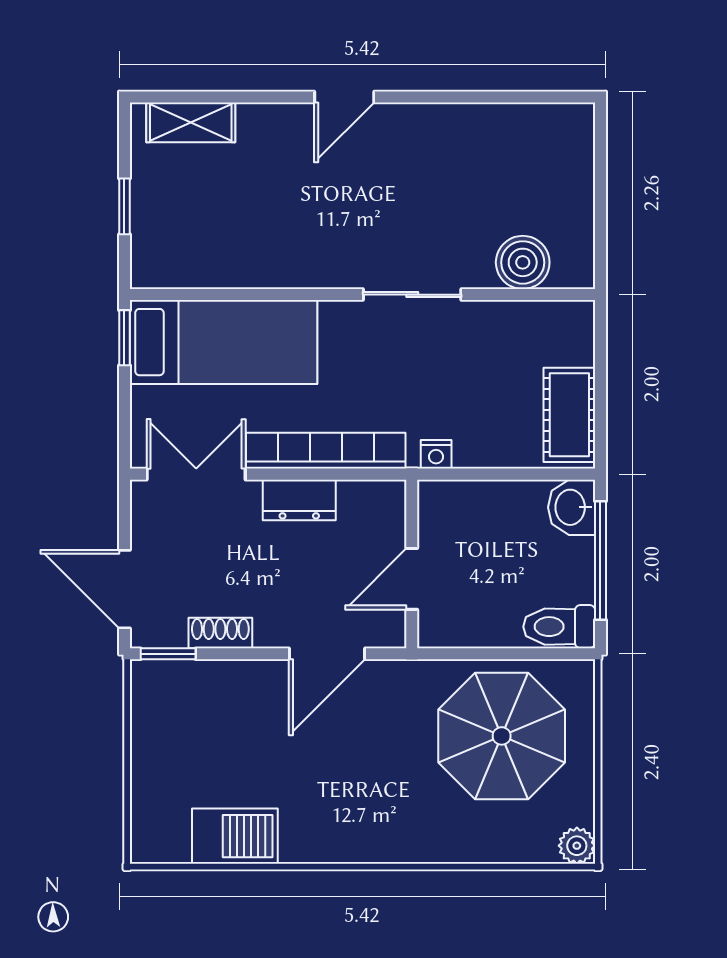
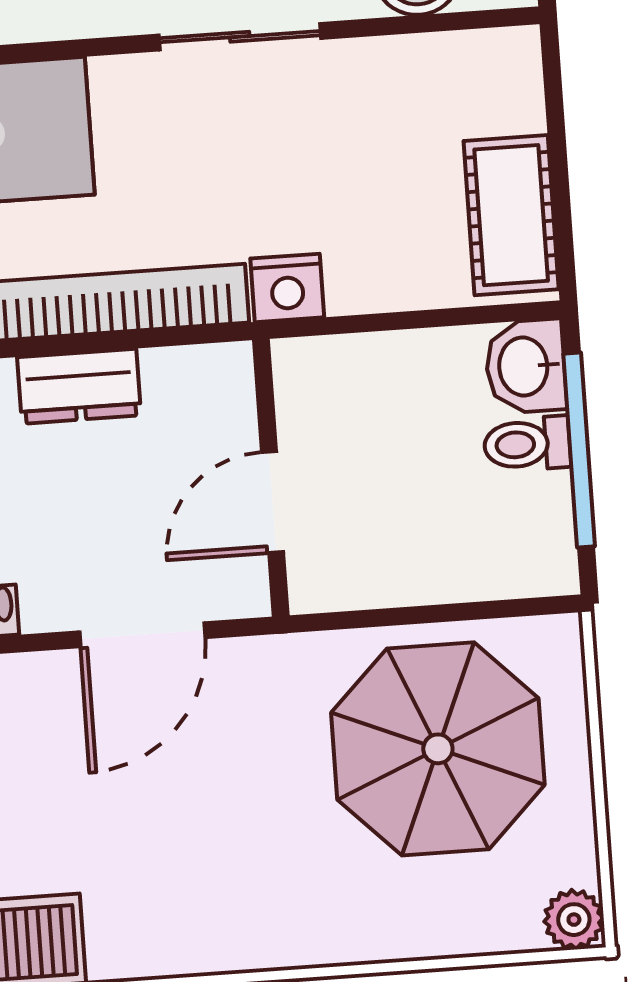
nightstand: (436, 454) -> (287, 288), width x1.39, depth x1.35
toilet: (559, 627) -> (527, 444), moved, width x0.73, depth x0.72

